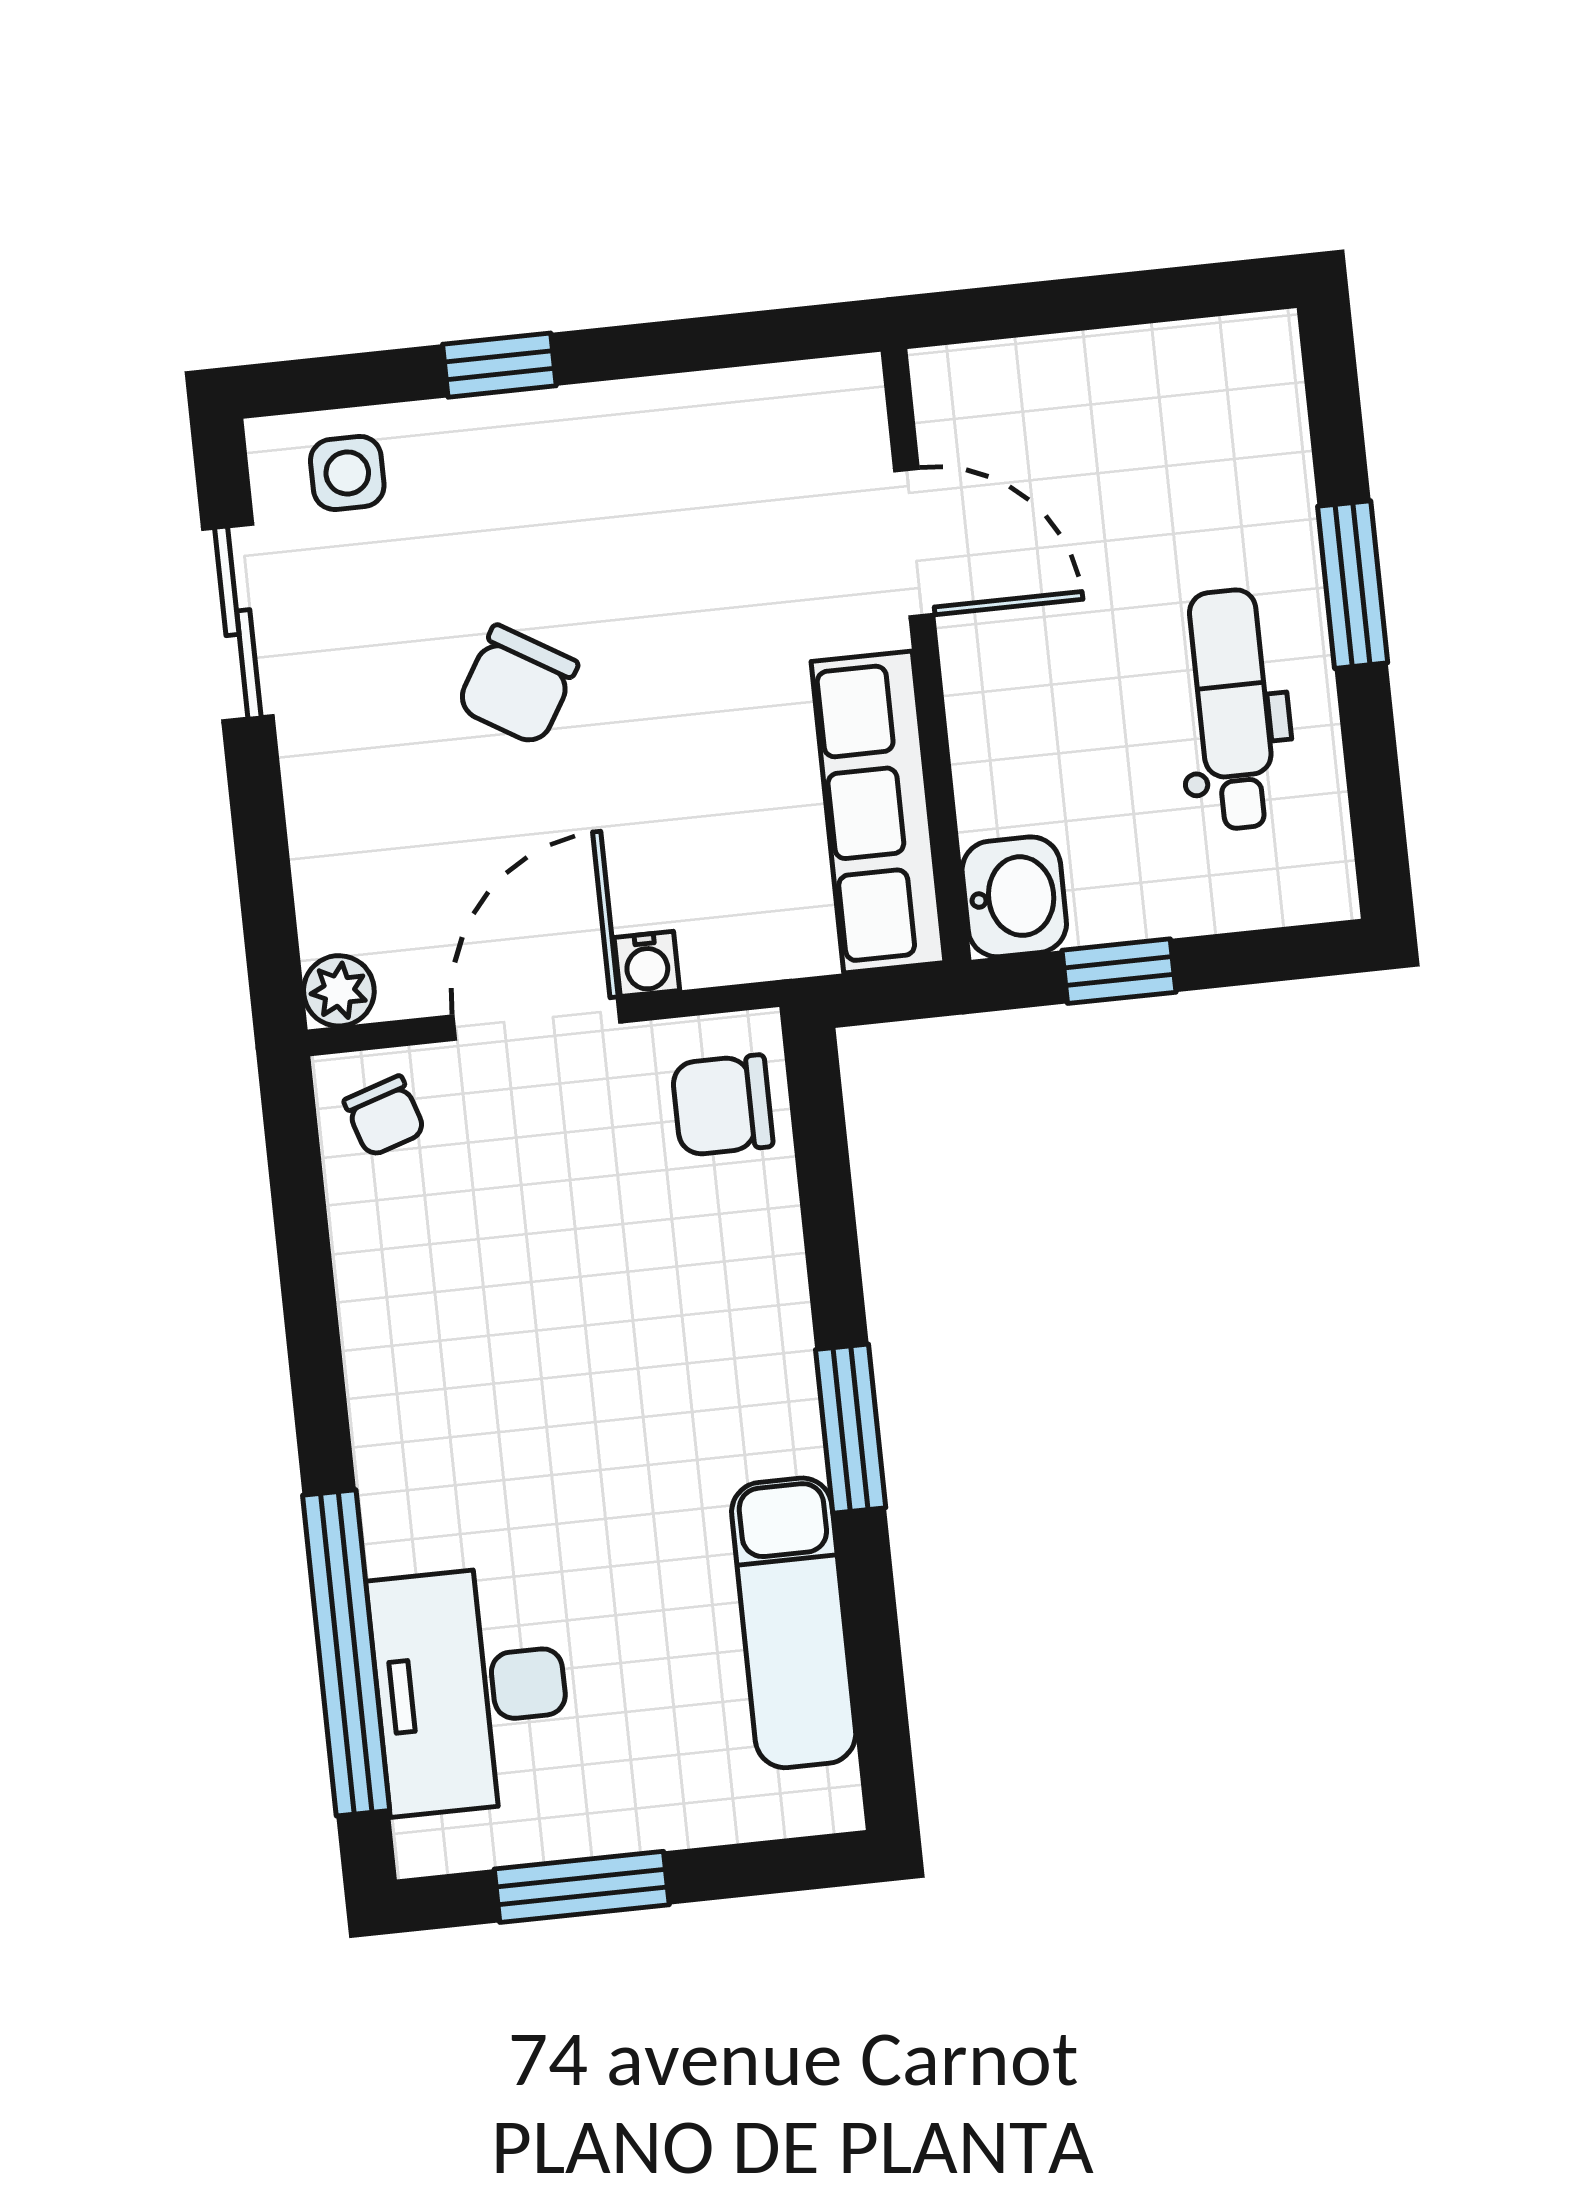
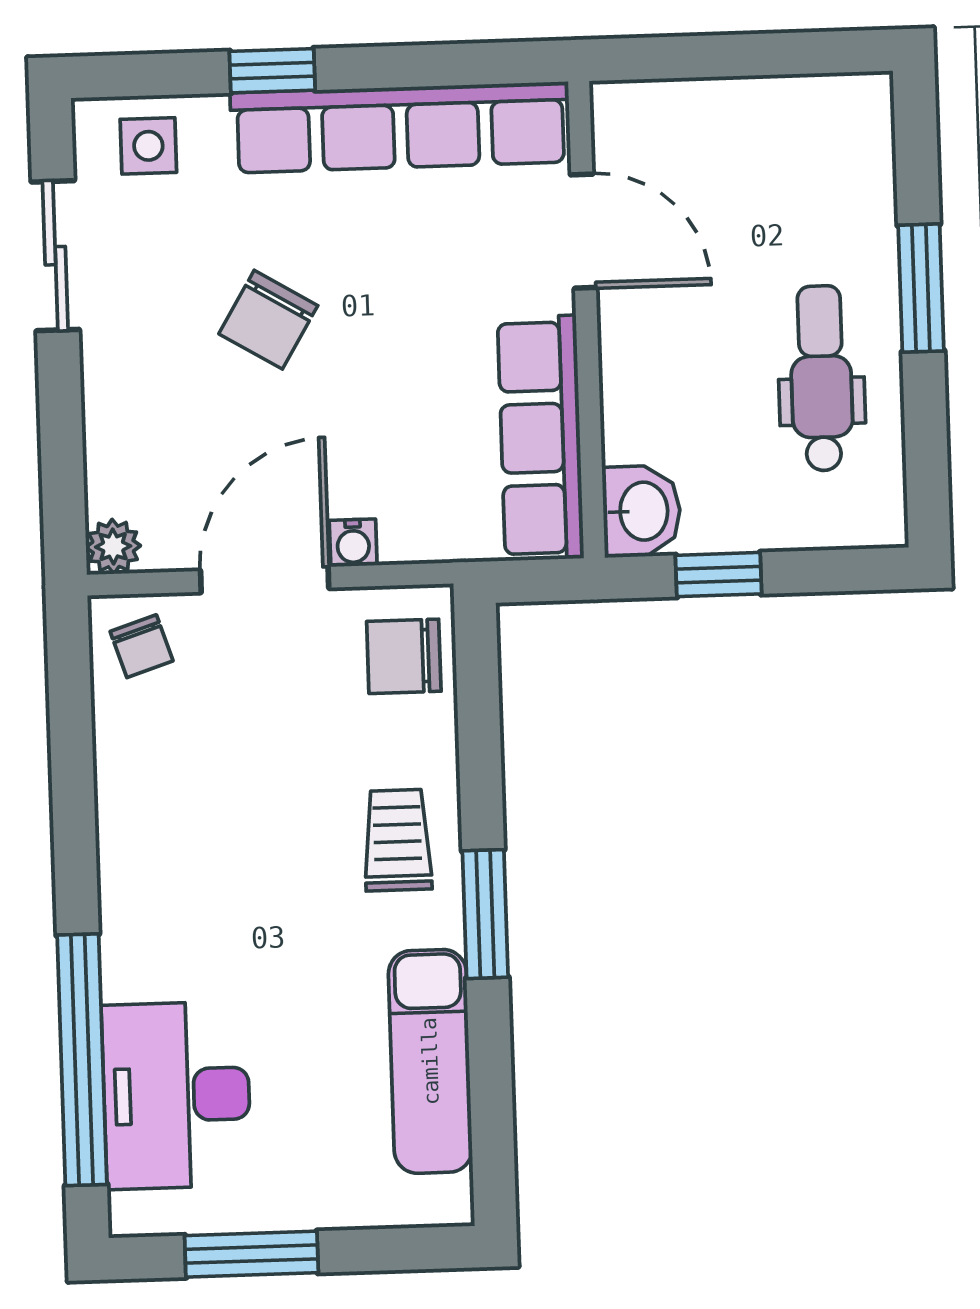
row of seats: (669, 426) -> (400, 127), added
trolley: (731, 1342) -> (397, 840), added

